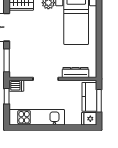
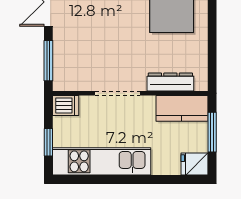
window: (7, 96) -> (48, 142), moved
kitchen counter: (89, 97) -> (182, 108), moved, turned -90

